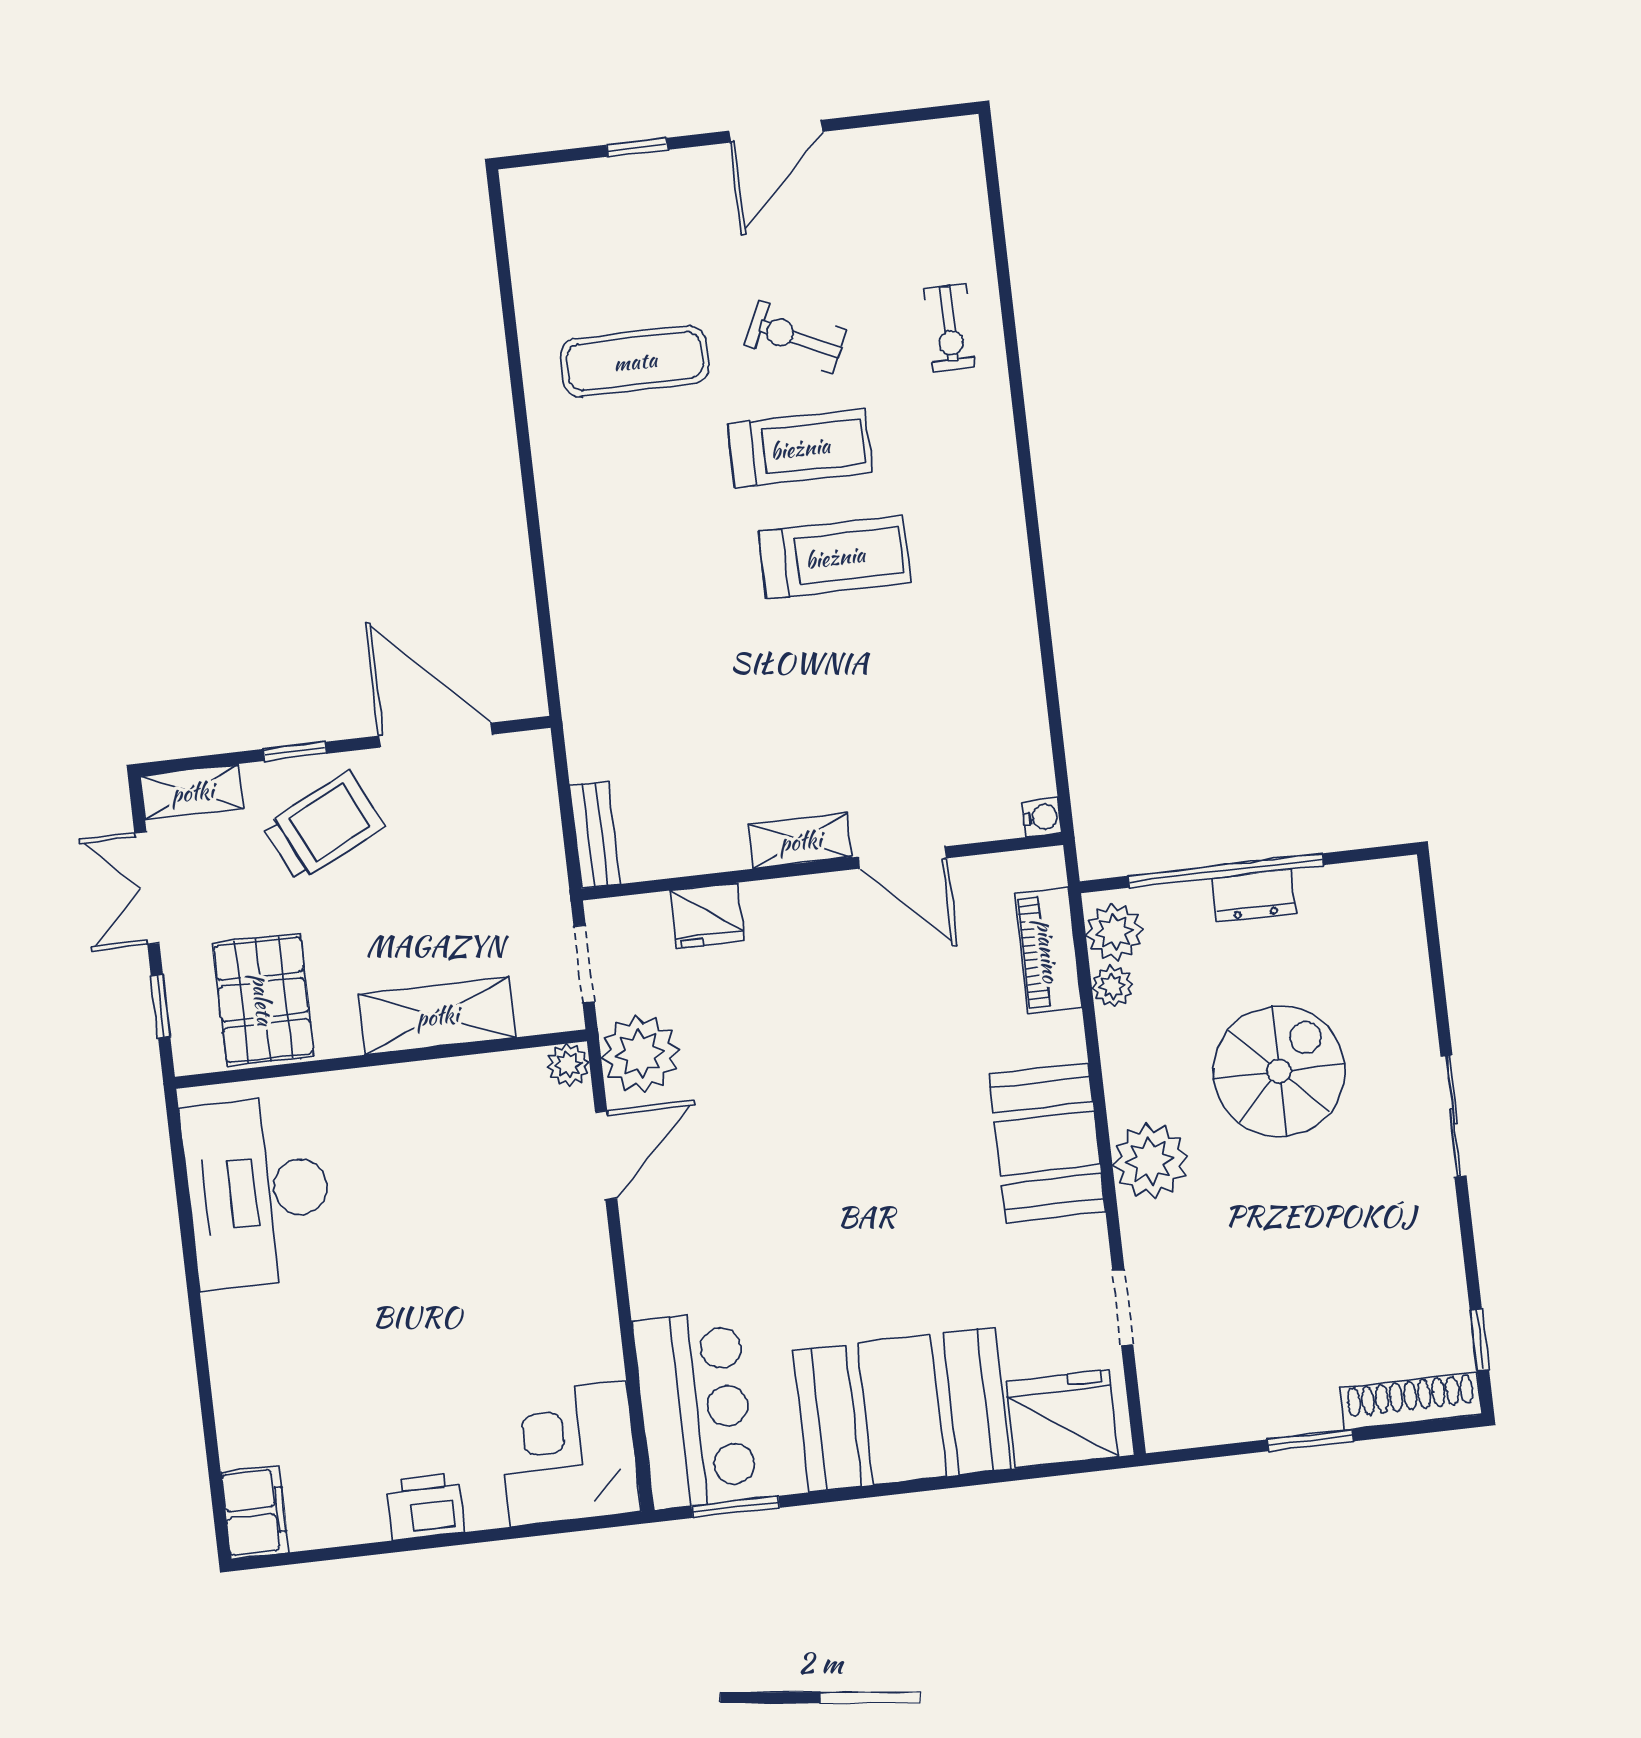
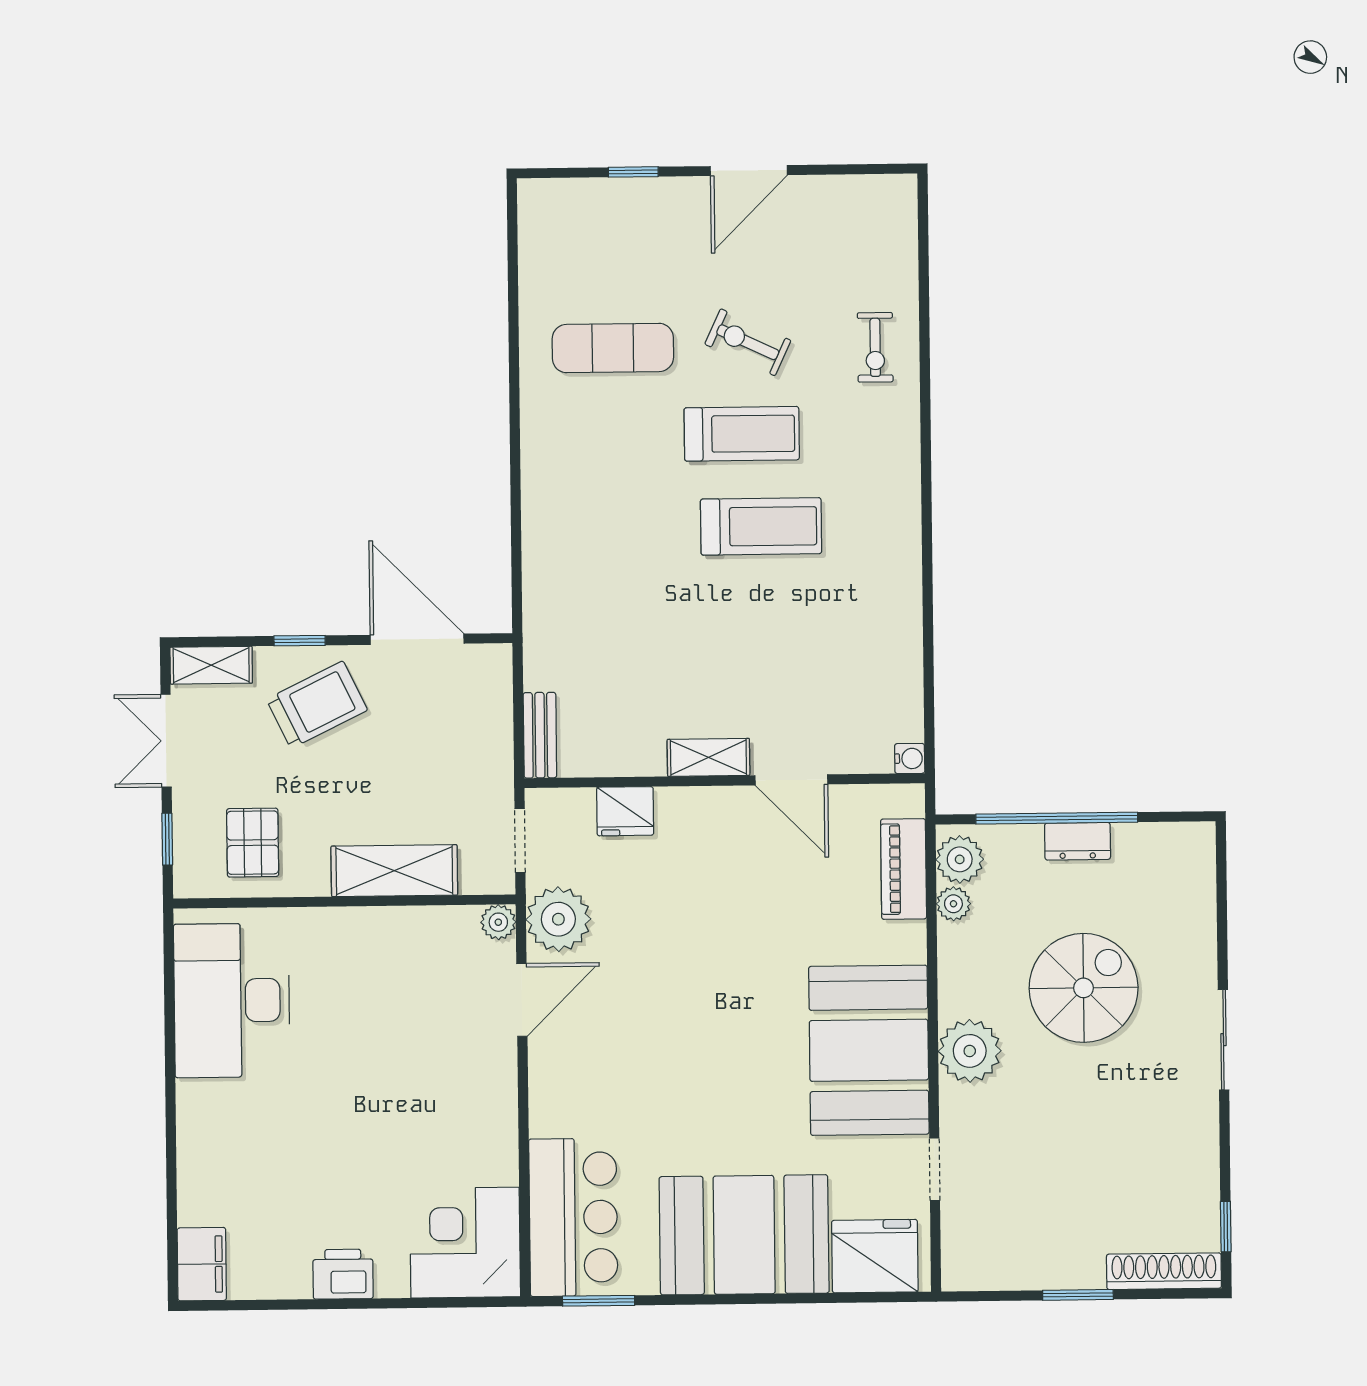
pallet: (263, 1000) -> (253, 843), width x0.67, depth x0.71
booth: (1047, 1143) -> (869, 1050), width x1.36, depth x1.42

